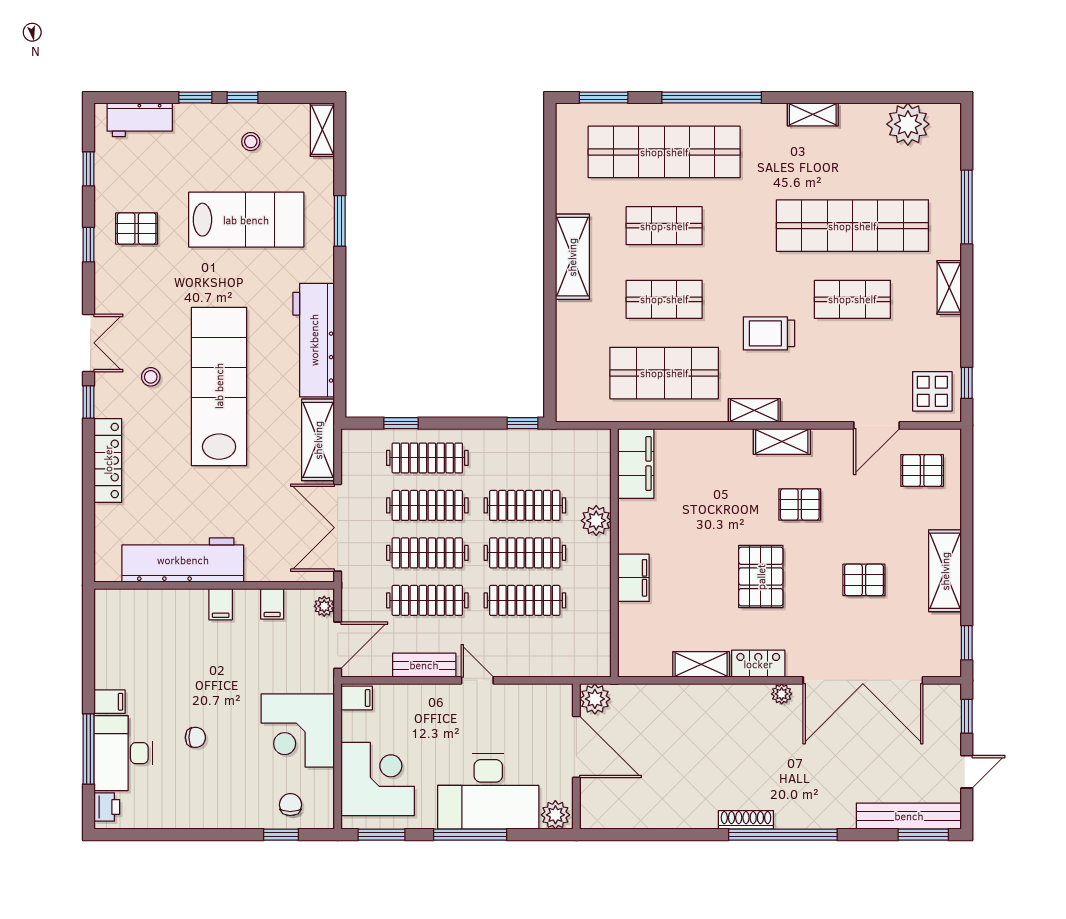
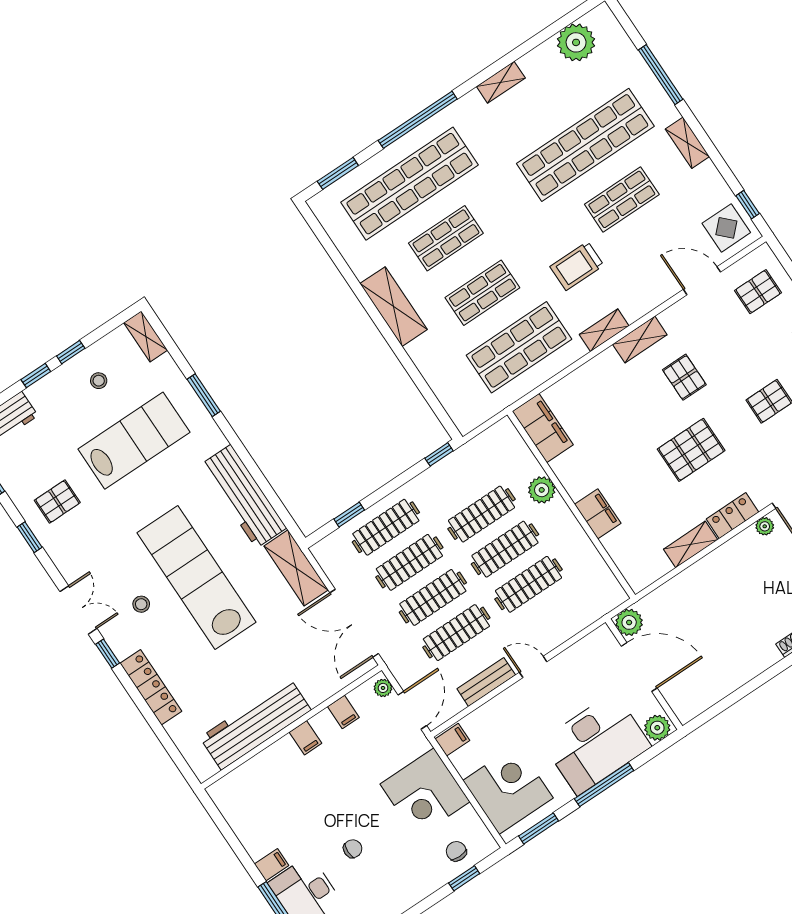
door: (877, 425) -> (702, 281), swing flipped
pallet: (800, 504) -> (684, 377), turned 90
pallet: (761, 577) -> (691, 450), turned 90

